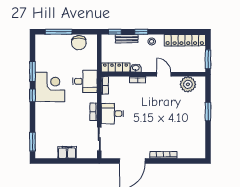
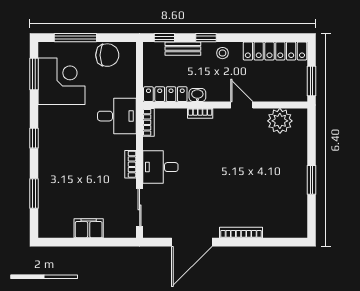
chair: (79, 43) -> (107, 55), turned -90
window: (32, 71) -> (34, 74), moved
corner desk: (50, 87) -> (62, 81), moved
window: (208, 112) -> (312, 180), moved
window: (32, 142) -> (34, 193), moved

